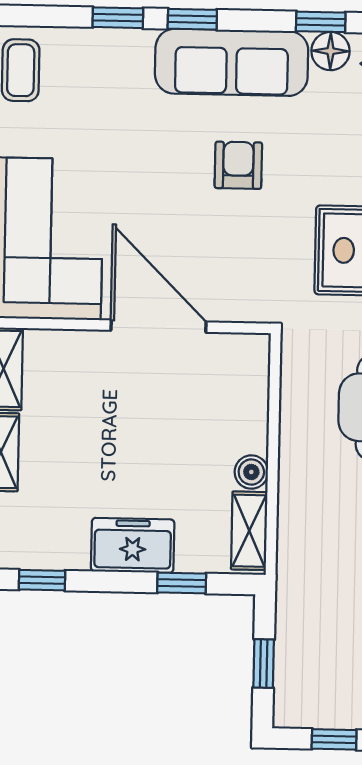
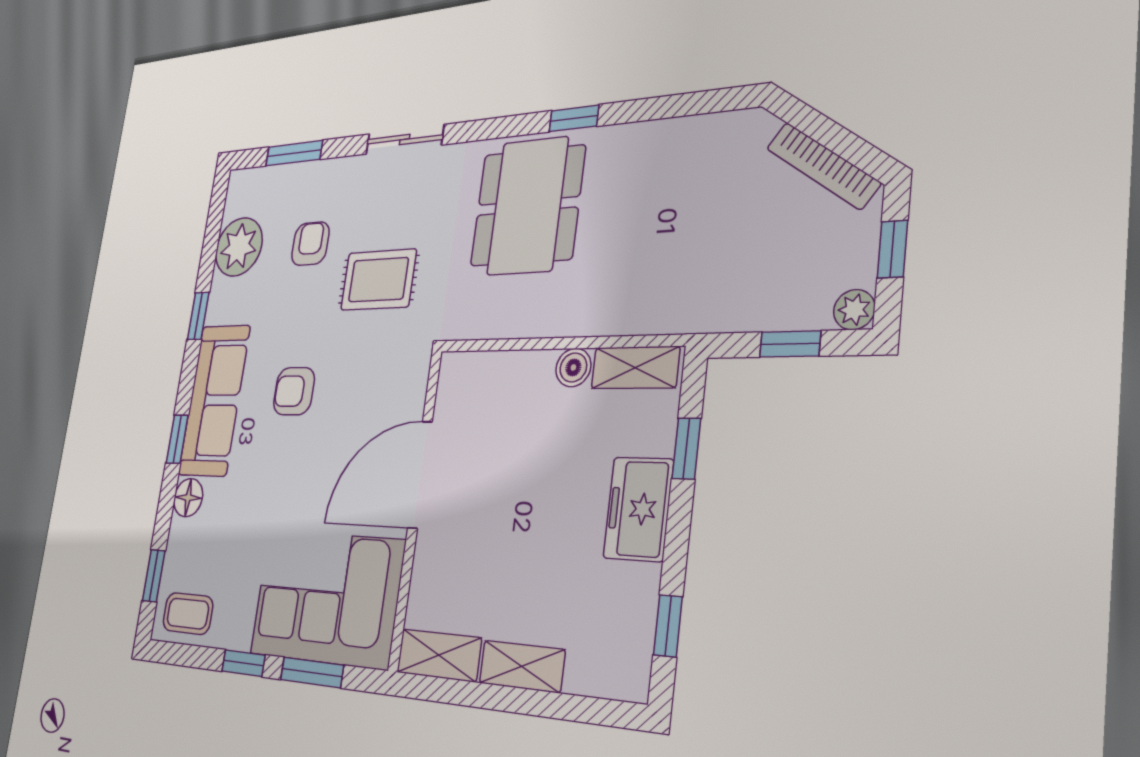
window: (118, 18) -> (154, 576), moved
floor lamp: (330, 51) -> (188, 498), moved
plant: (288, 713) -> (854, 310), added

